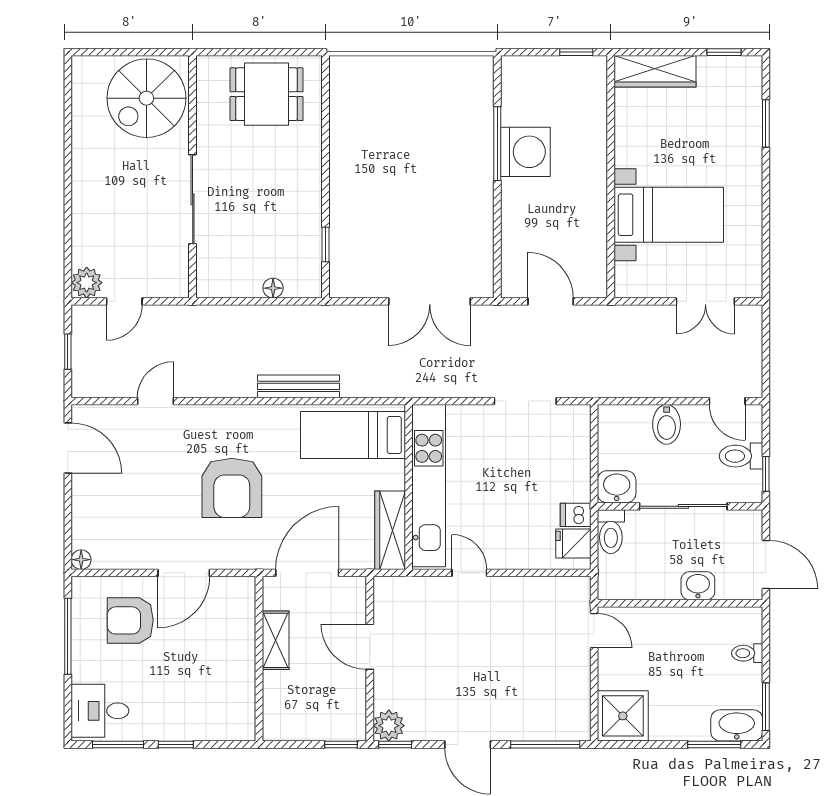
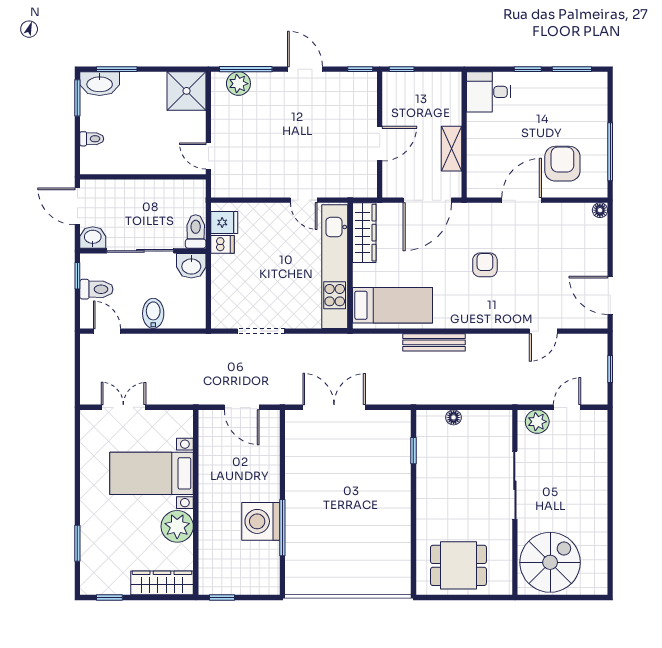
plant: (635, 145) -> (177, 526), added
plant: (87, 283) -> (537, 422), moved
armchair: (232, 488) -> (485, 265), width x0.53, depth x0.53
washbasin: (698, 586) -> (93, 237), moved, turned 180
armchair: (130, 620) -> (562, 164), turned -90
door: (370, 647) -> (380, 144), hinge flipped
desk: (100, 711) -> (489, 92), moved, turned 180
plant: (389, 726) -> (238, 84), moved

